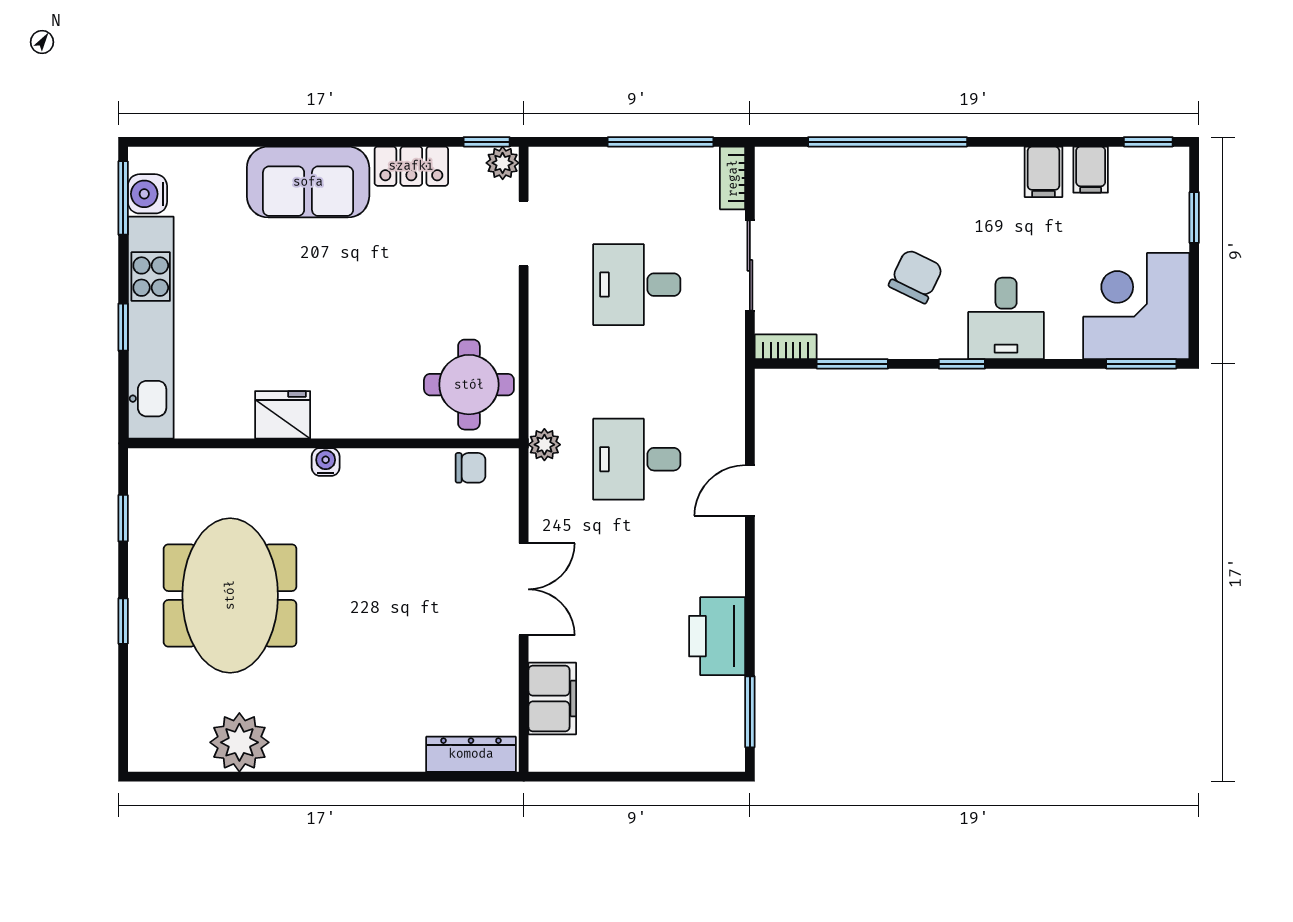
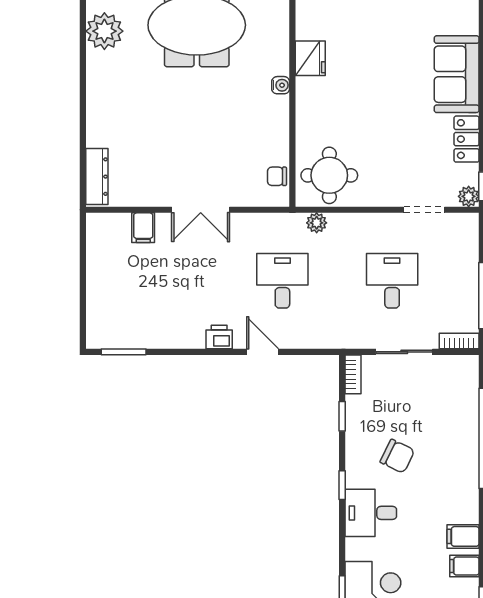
window: (852, 364) -> (342, 416), width x0.67
plant: (544, 445) -> (317, 223), moved
chair: (471, 468) -> (277, 176), turned 90
printer: (717, 636) -> (219, 337), moved, width x0.53, depth x0.68
filing cabinet: (552, 699) -> (143, 228), width x0.50

